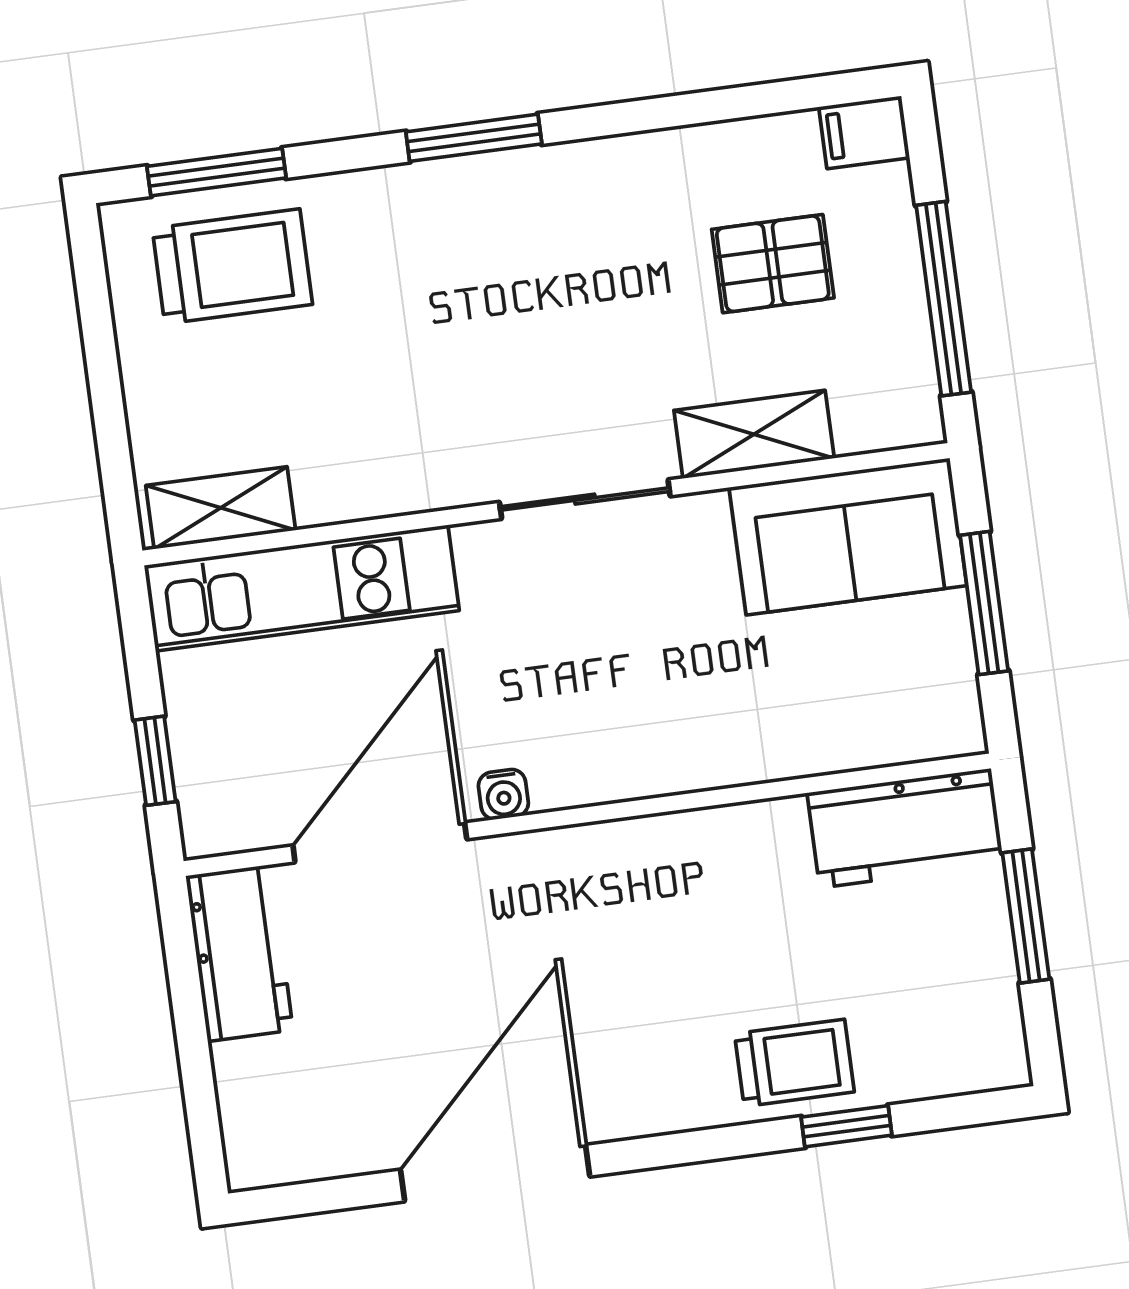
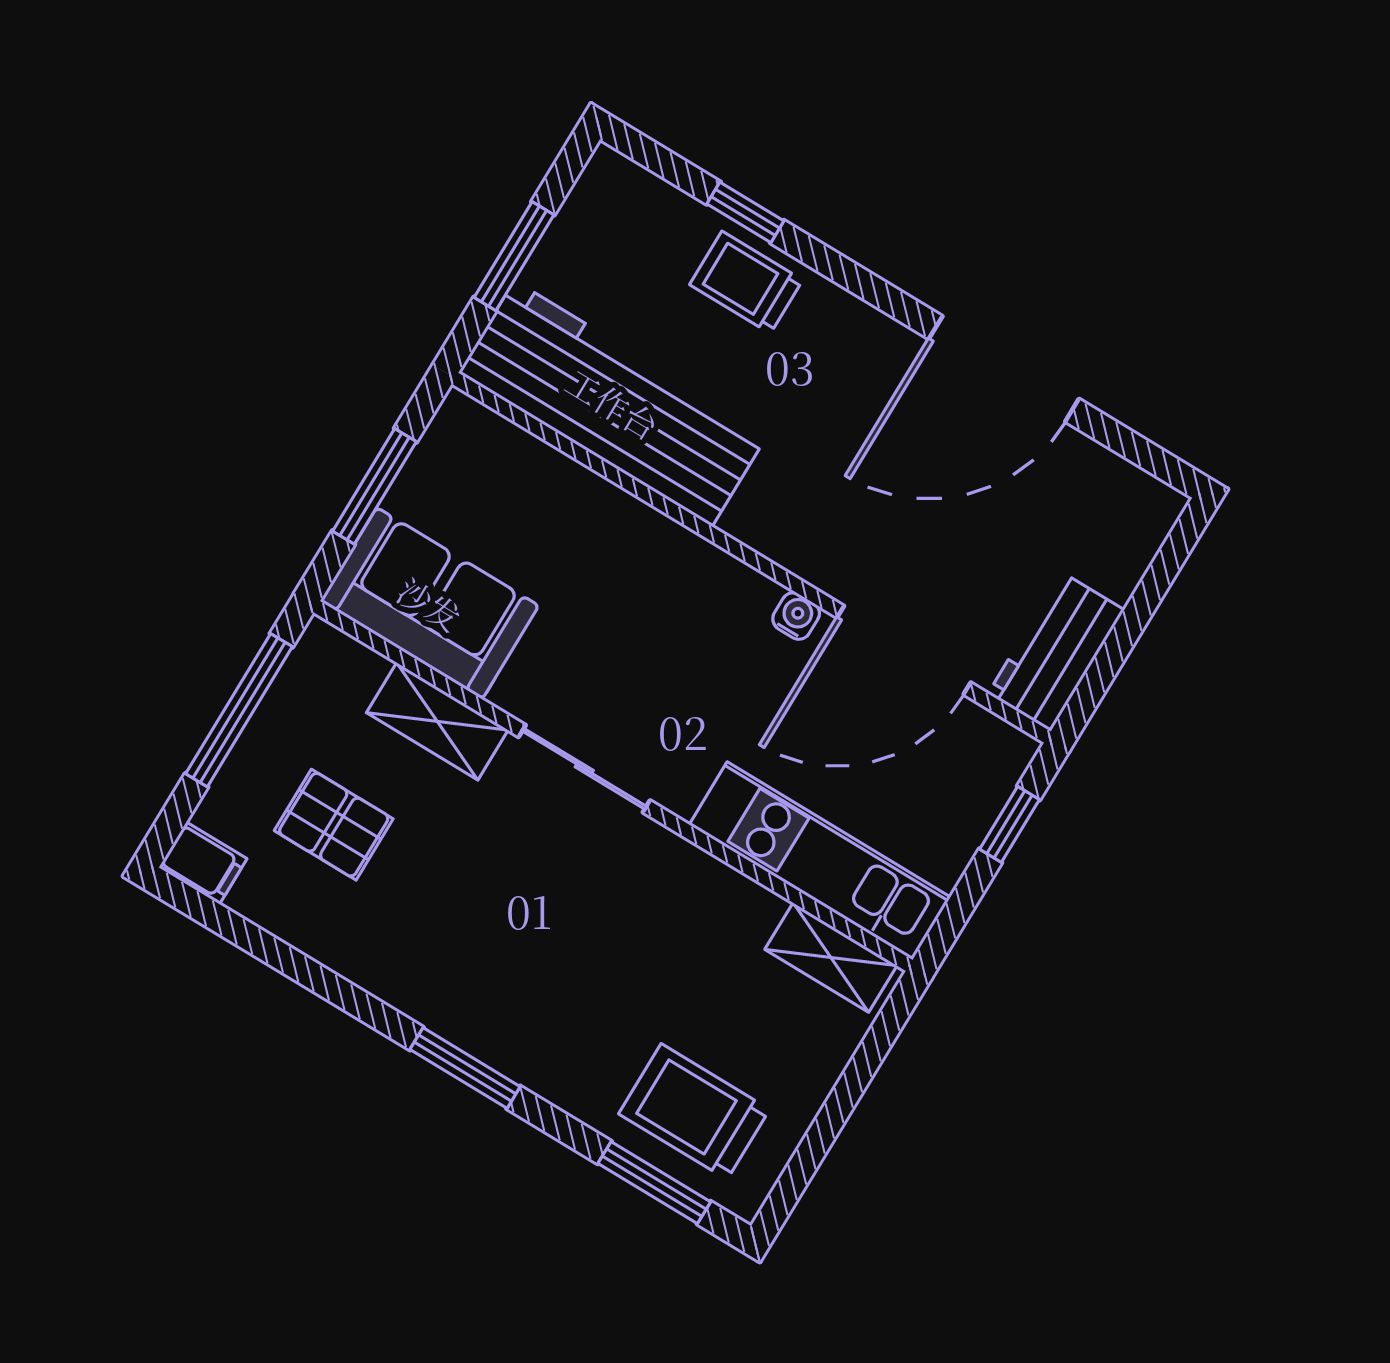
workbench: (905, 828) -> (613, 403), width x1.88, depth x1.32

